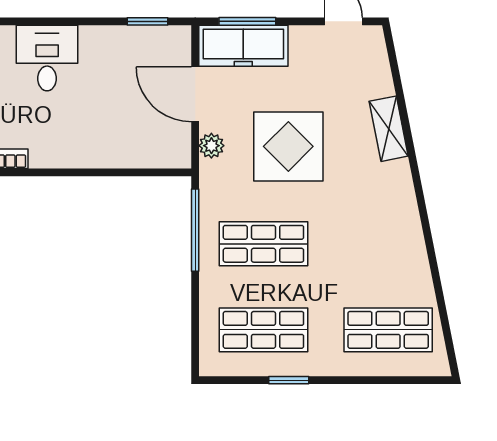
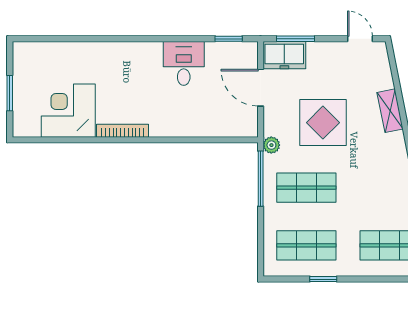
freezer: (243, 46) -> (284, 55), width x0.71
desk: (47, 58) -> (184, 63), moved
plant: (211, 146) -> (271, 145), moved

